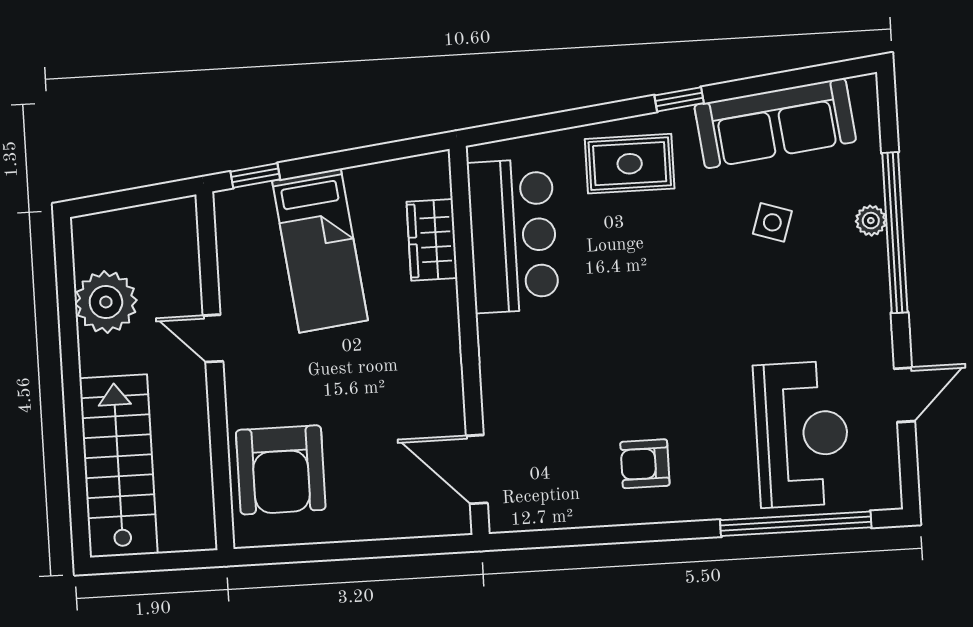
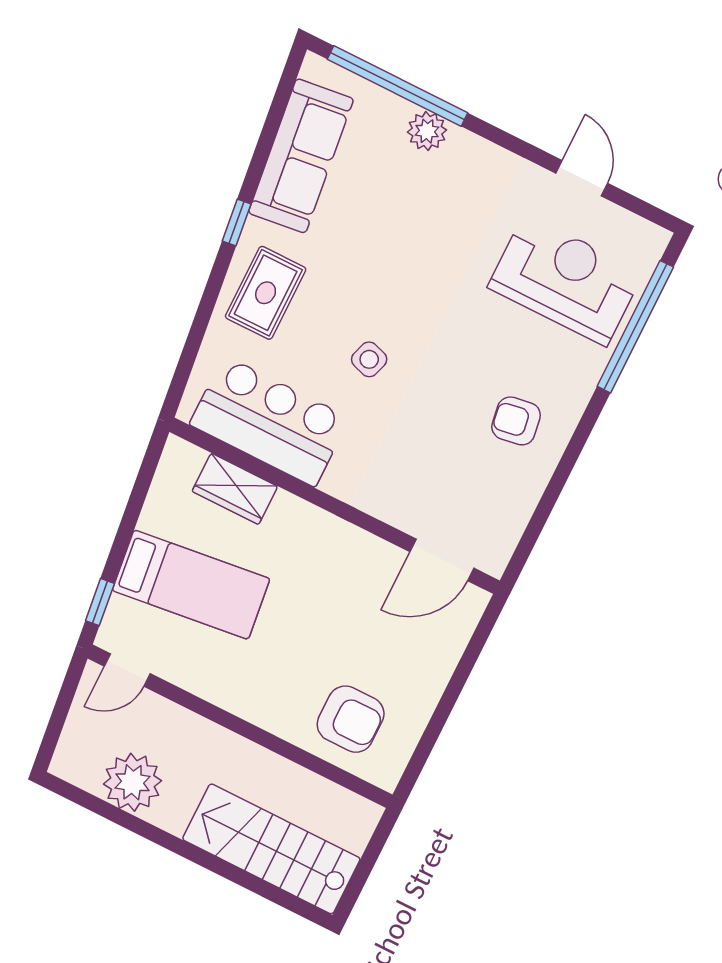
plant: (871, 221) -> (427, 131), width x1.38, depth x1.38
side table: (772, 222) -> (369, 359), moved
window: (895, 233) -> (398, 86), moved
door: (213, 338) -> (127, 670), moved
armchair: (645, 464) -> (516, 421), turned 81
armchair: (281, 470) -> (351, 719), width x0.73, depth x0.73

